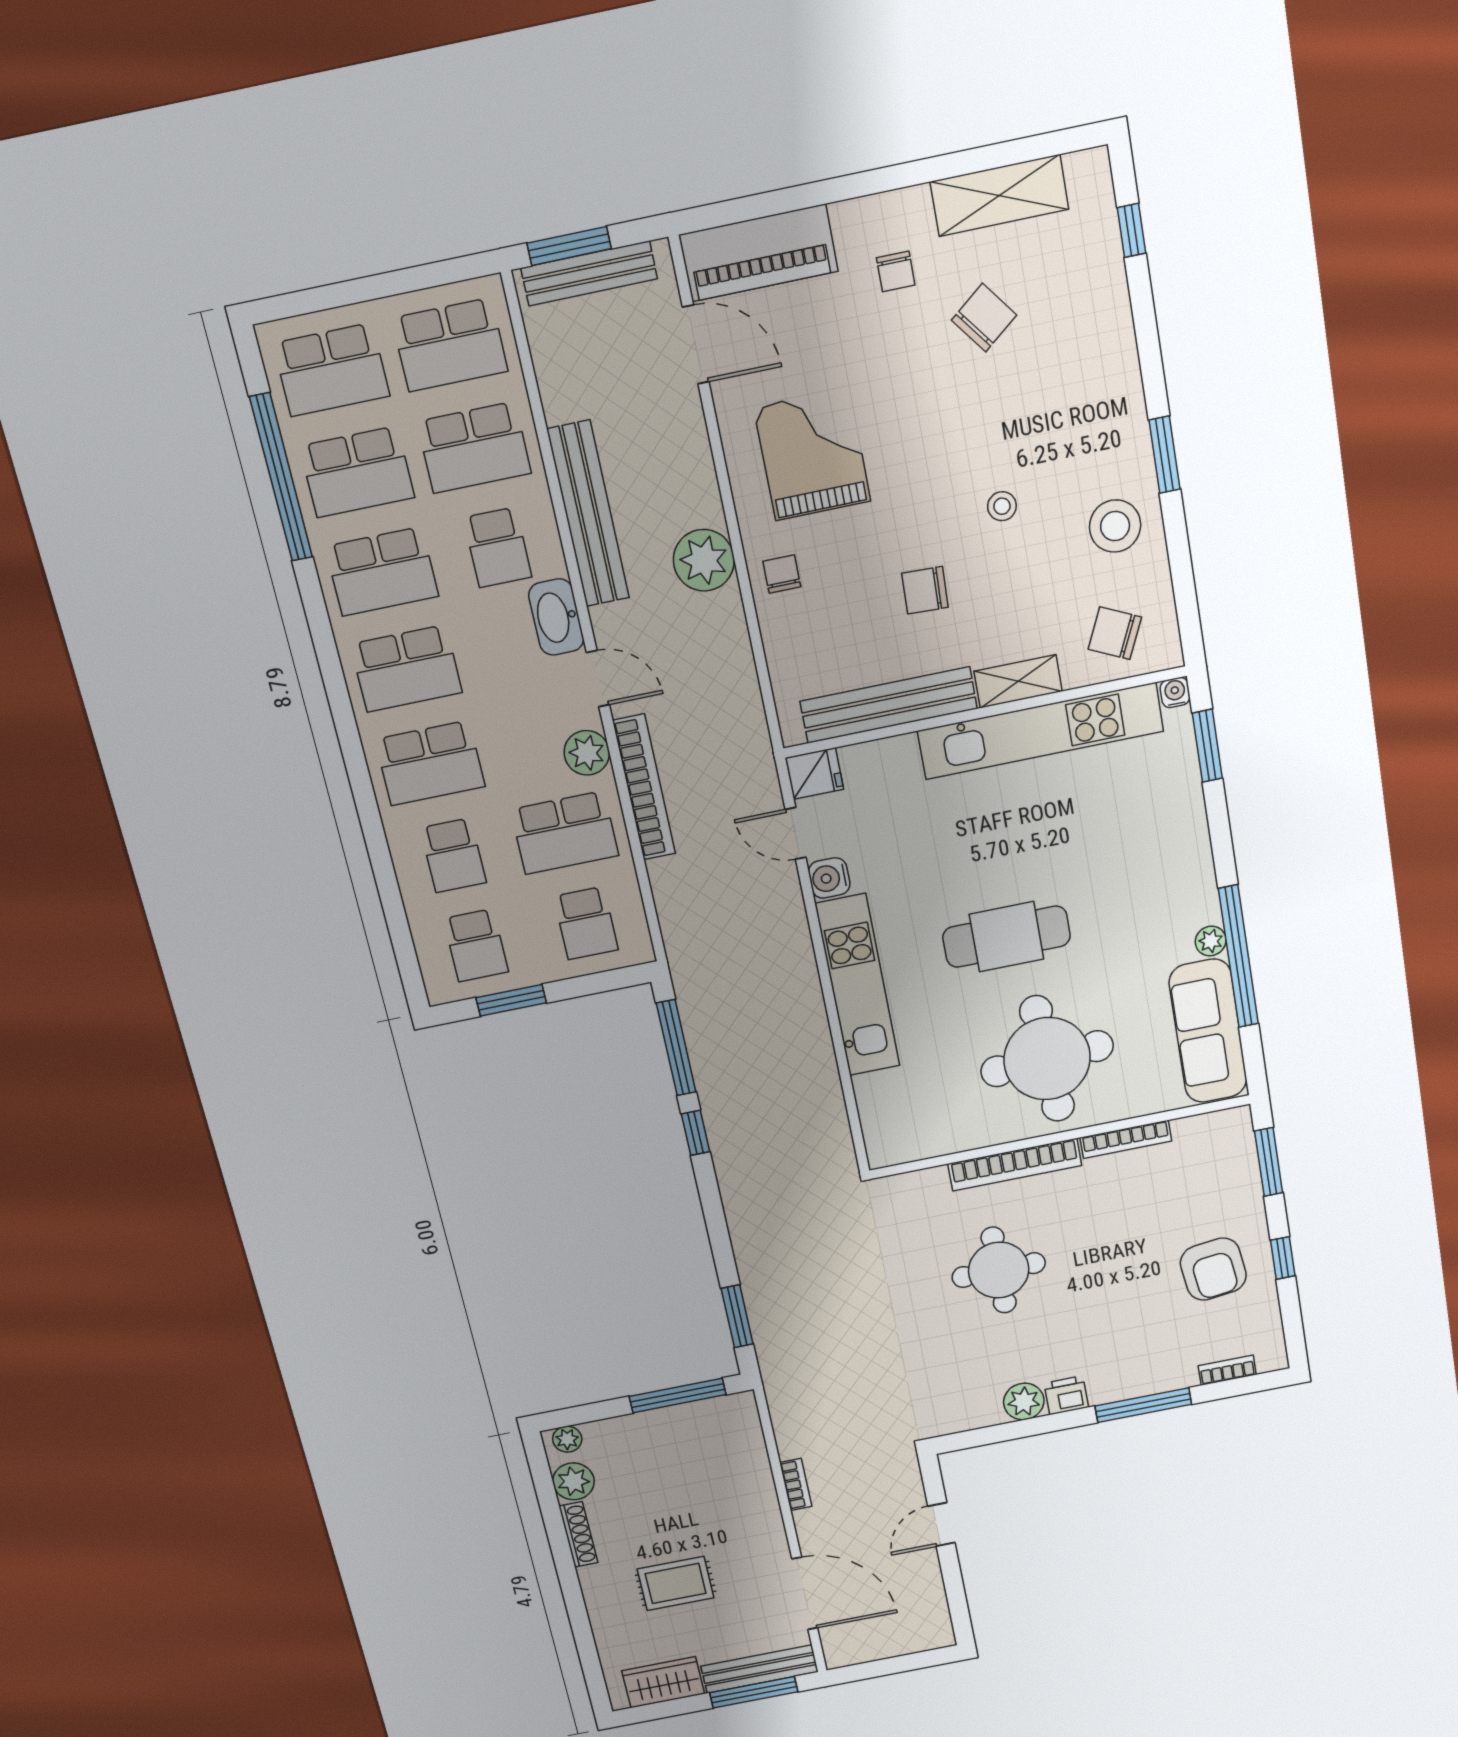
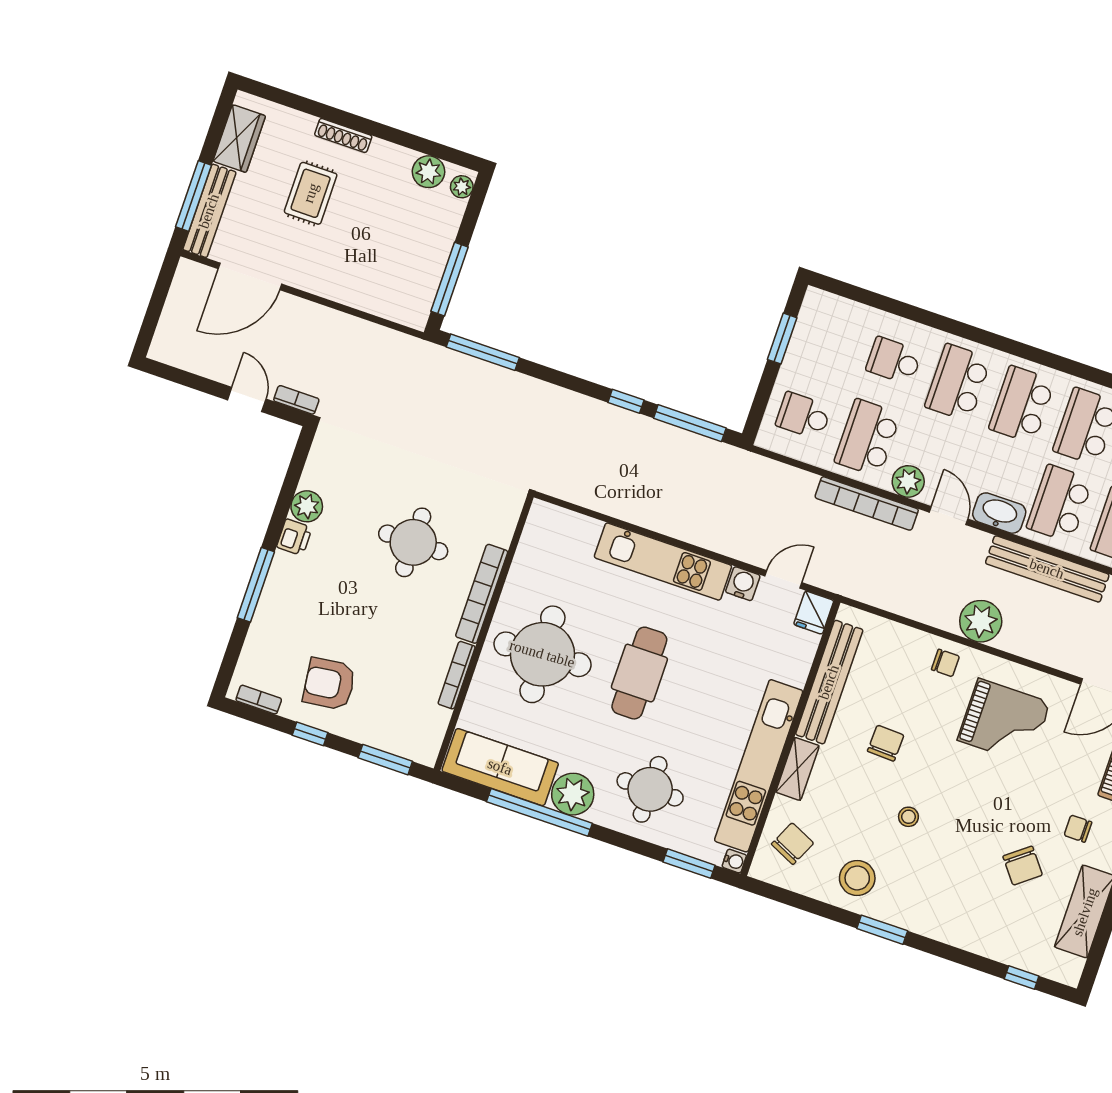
school desk: (498, 547) -> (1060, 503), width x1.85
door: (598, 679) -> (949, 516), swing flipped
round table: (1141, 844) -> (650, 789), added
plant: (1211, 941) -> (573, 794), width x1.88, depth x1.88
school desk: (476, 945) -> (830, 339), removed
window: (737, 1316) -> (483, 352), width x1.44
bookcase: (1227, 1370) -> (259, 700), moved, turned -90
bookcase: (796, 1484) -> (296, 400), moved, turned 180
shoe rack: (578, 1534) -> (343, 135), moved

